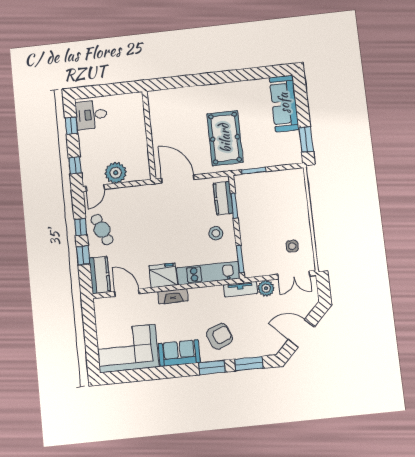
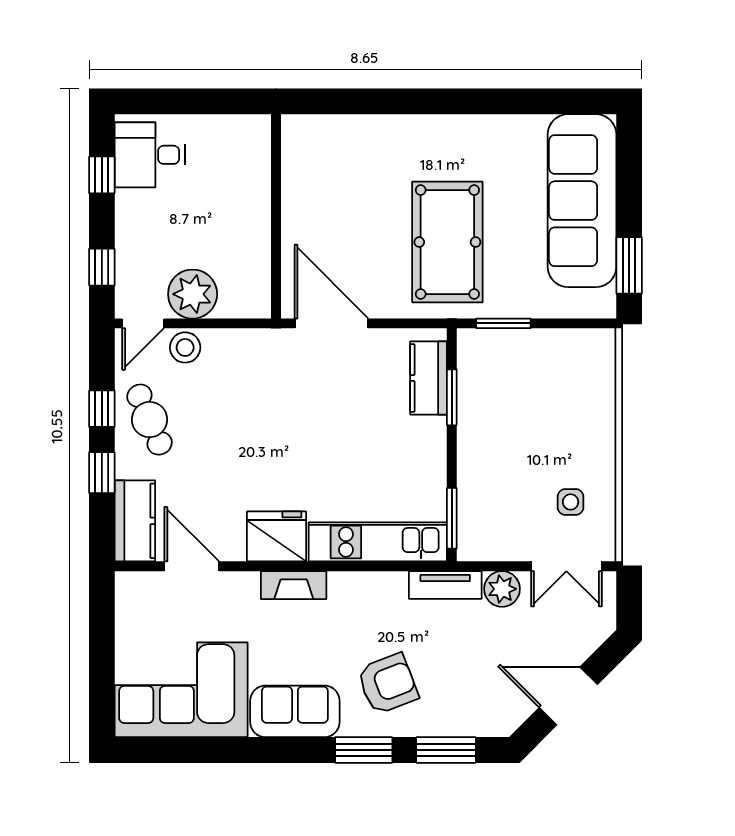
sofa: (284, 103) -> (582, 201), width x1.36, depth x1.27
stool: (216, 233) -> (185, 347), moved

